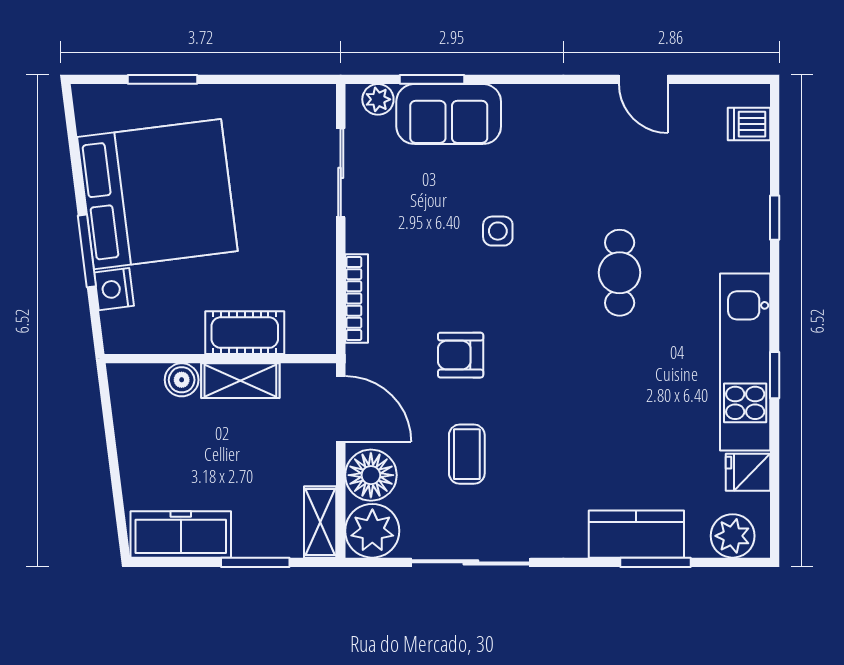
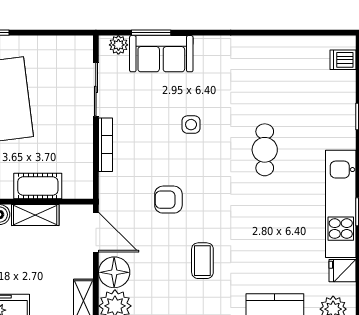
door: (643, 79) -> (279, 33), removed
bookcase: (357, 298) -> (106, 145), moved
coffee table: (467, 454) -> (202, 261), moved

